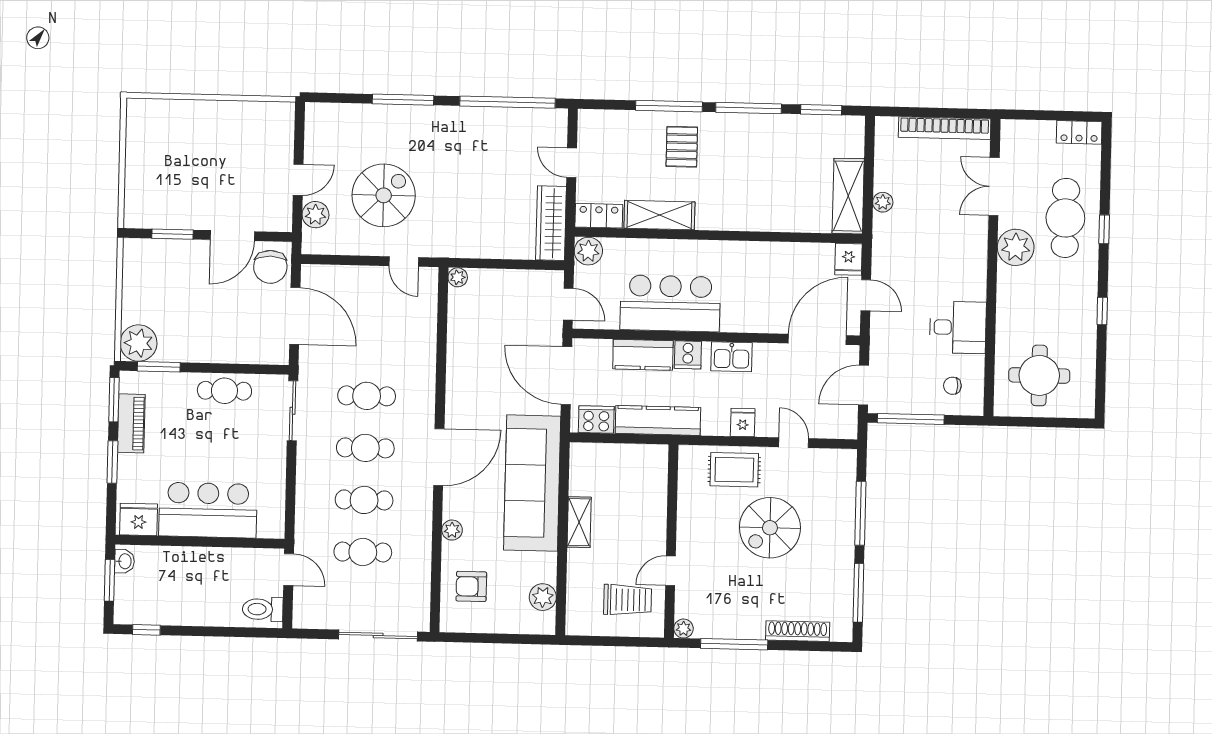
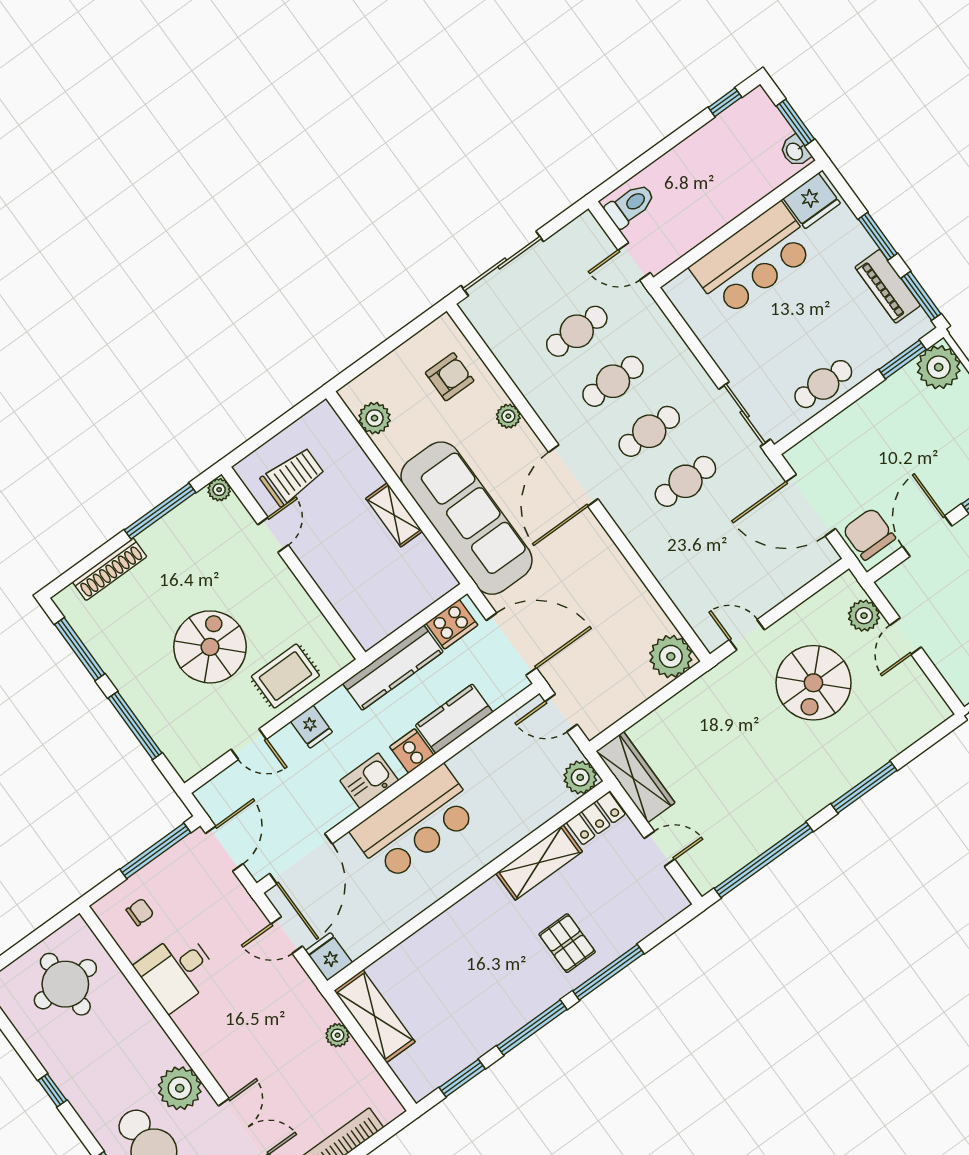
plant: (458, 277) -> (671, 656), width x1.87, depth x1.87
bar counter: (670, 303) -> (415, 823), moved
trolley: (628, 600) -> (293, 477), turned 180

